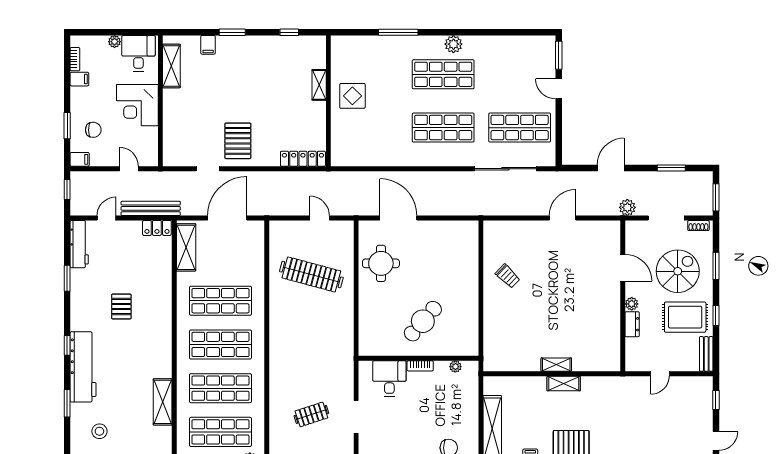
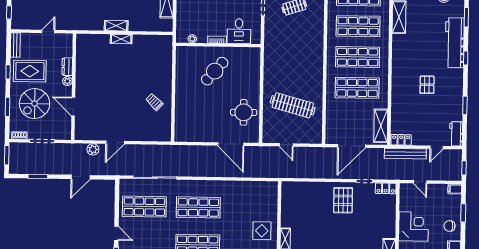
chair: (93, 130) -> (449, 226), moved
locker: (303, 159) -> (386, 188), moved, width x0.66
plant: (627, 207) -> (93, 149), moved
workbench: (79, 244) -> (456, 134), width x0.73

